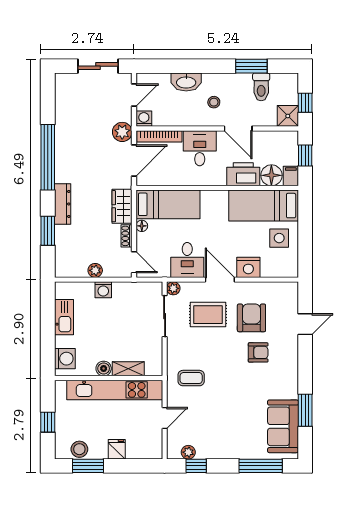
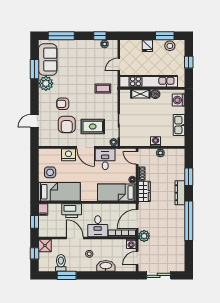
floor lamp: (271, 175) -> (55, 210), removed
plant: (286, 386) -> (46, 83), added

